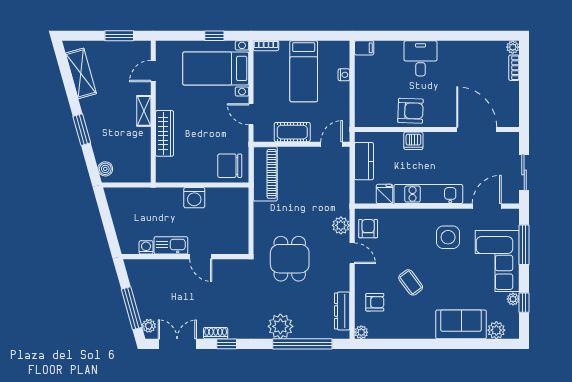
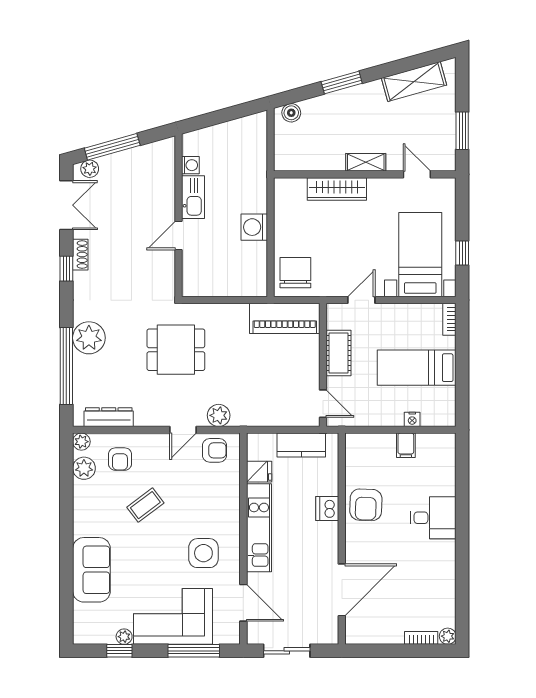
filing cabinet: (364, 48) -> (406, 445), moved
plant: (496, 330) -> (84, 468), moved

